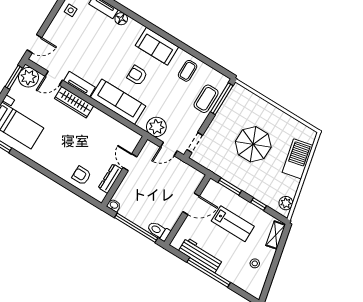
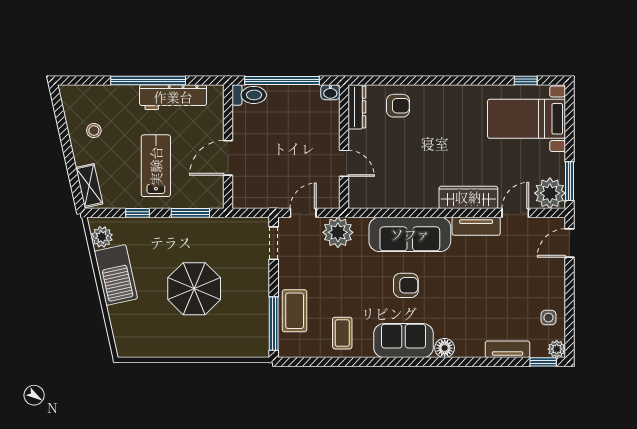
floor lamp: (121, 19) -> (445, 348), moved
barbecue: (298, 159) -> (116, 275), moved
dresser: (110, 179) -> (357, 107), moved
lab bench: (233, 224) -> (156, 166), turned 90

